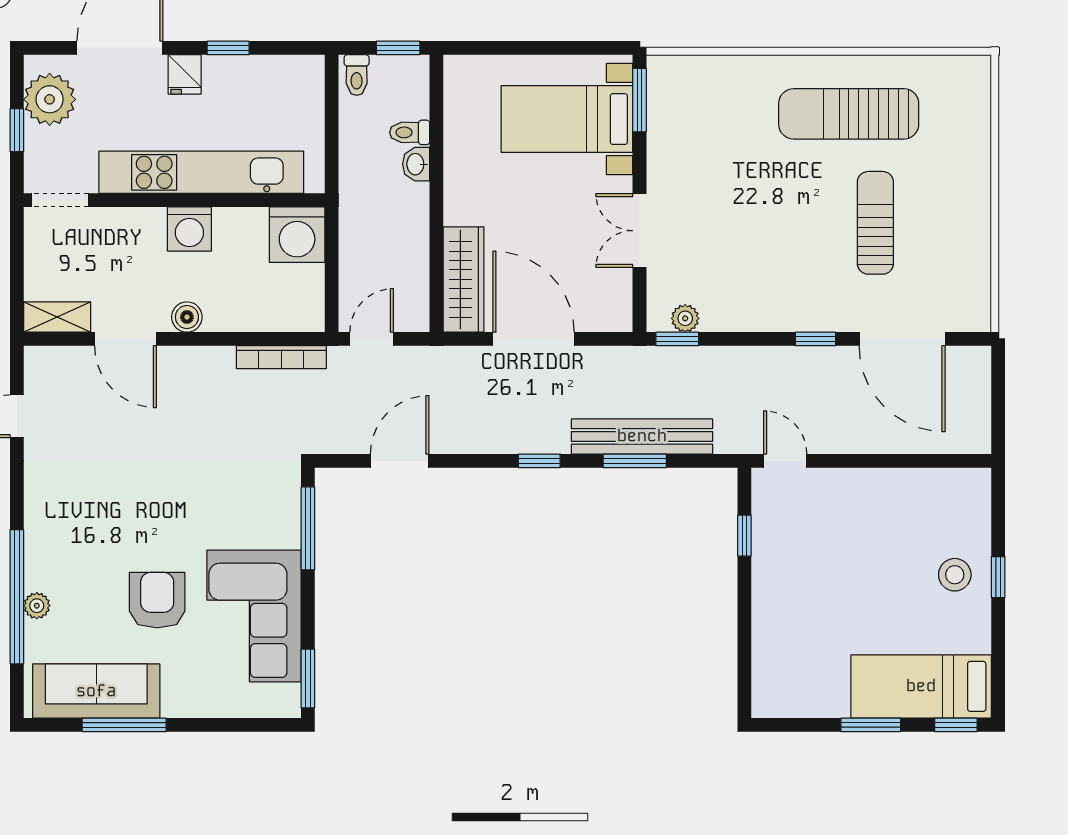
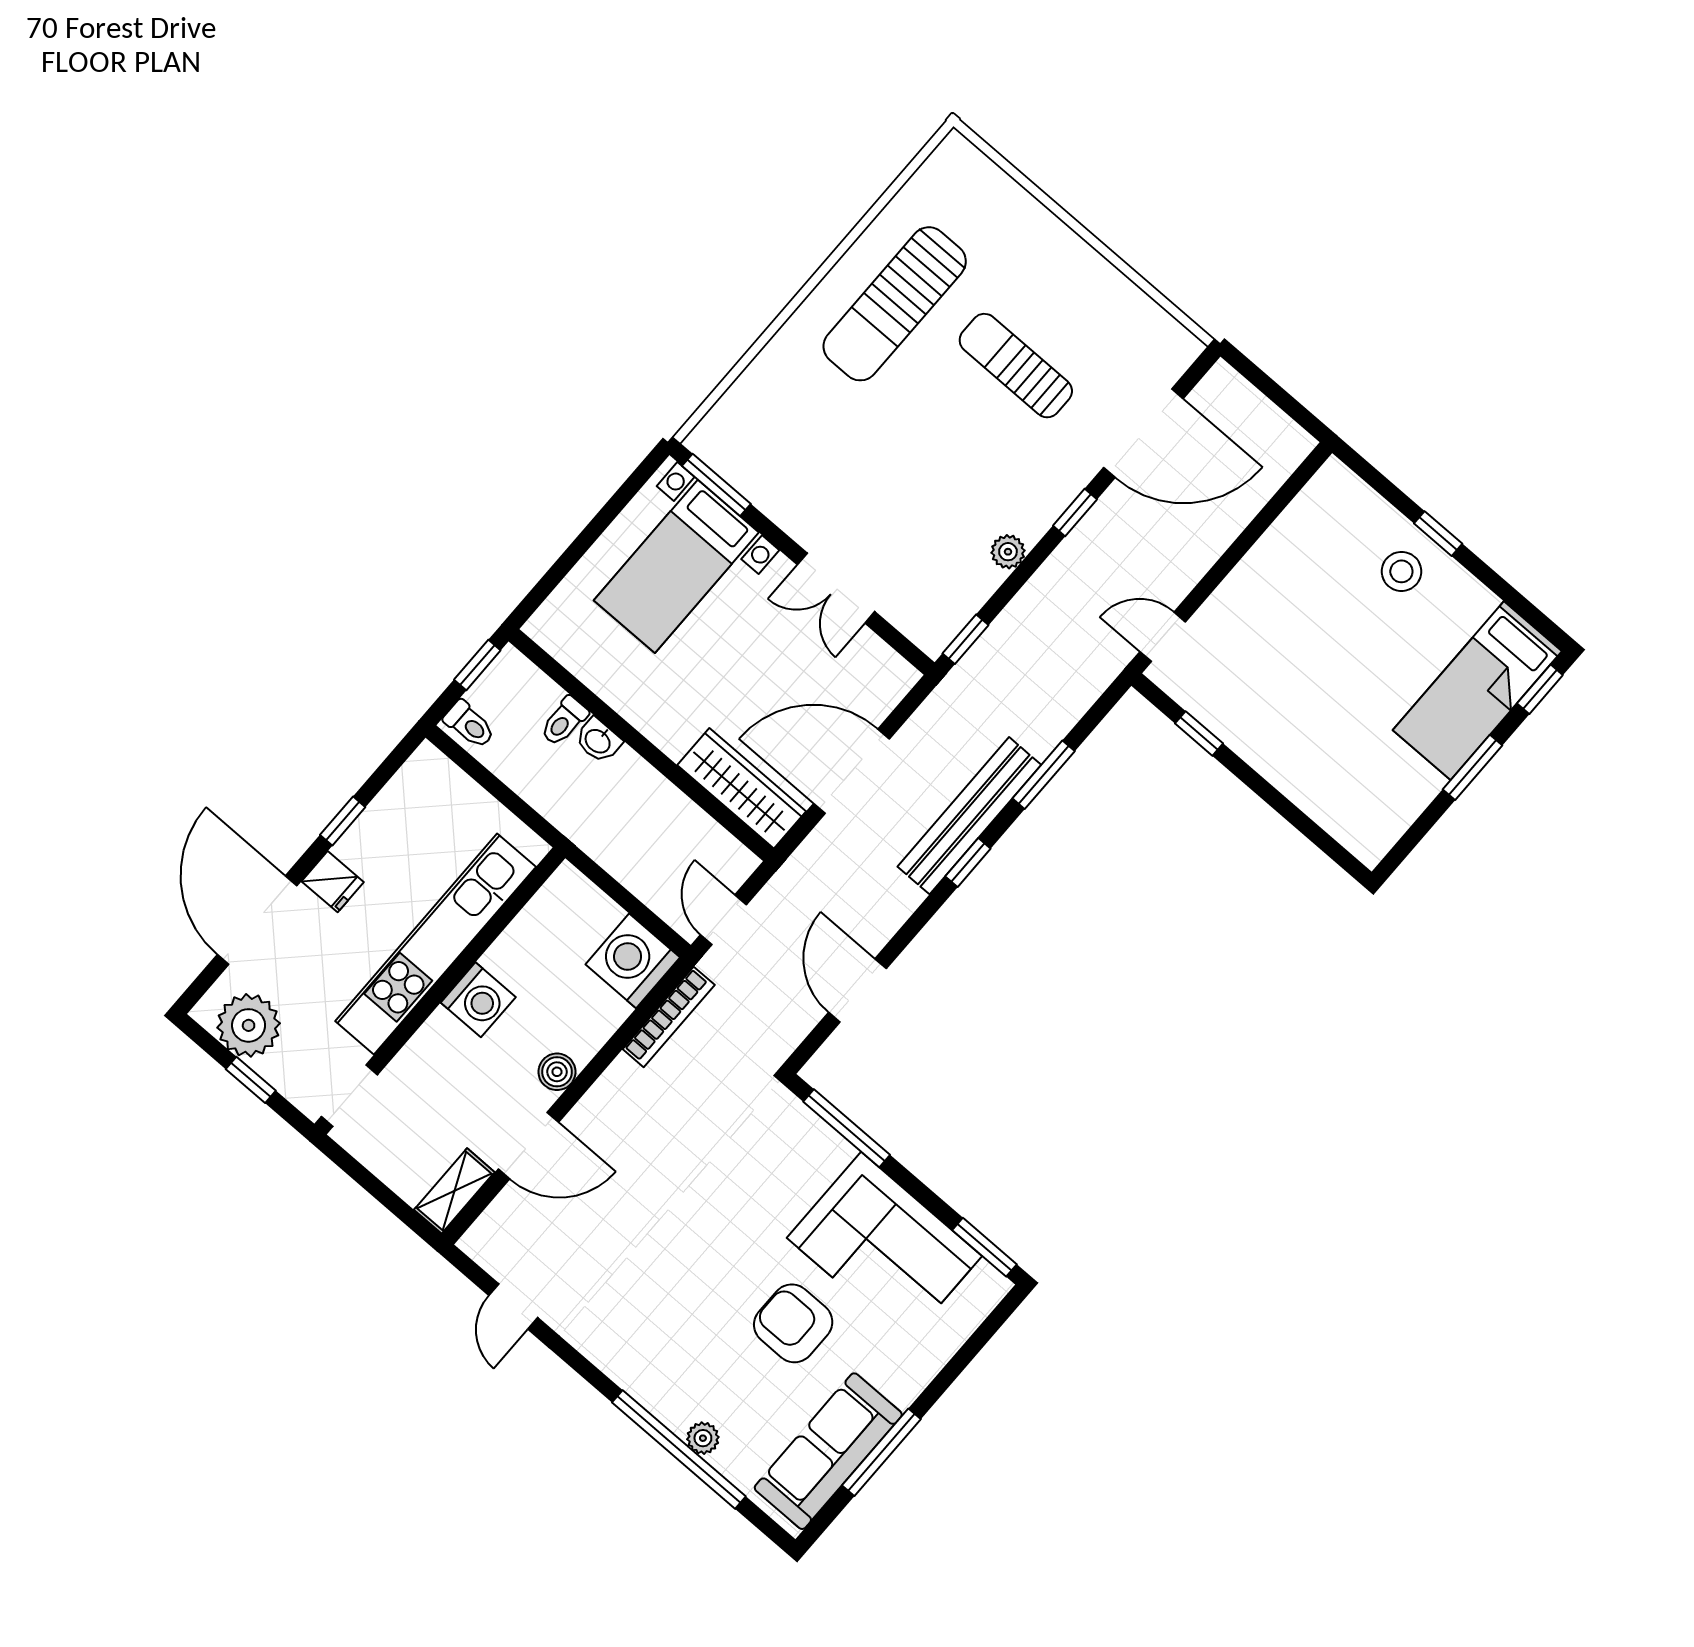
washing machine: (297, 235) -> (633, 961), moved, turned 180
plant: (685, 318) -> (1008, 552), moved
bench: (642, 436) -> (969, 816), moved

